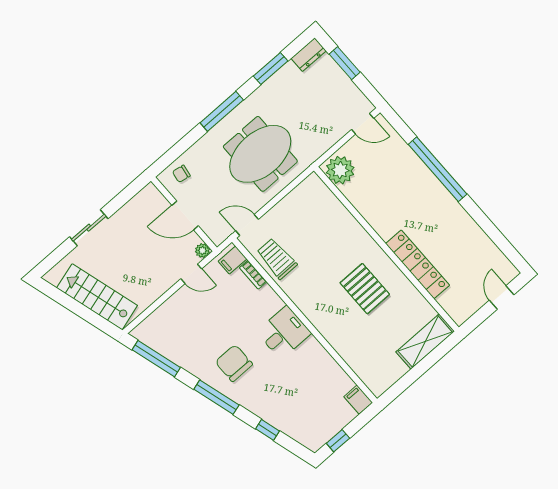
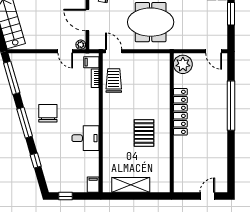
locker: (418, 264) -> (180, 112), moved
desk: (284, 333) -> (85, 138), moved
shelving: (425, 341) -> (131, 185), moved

